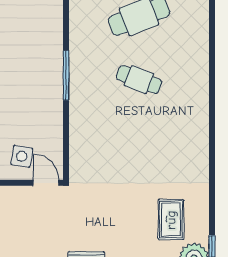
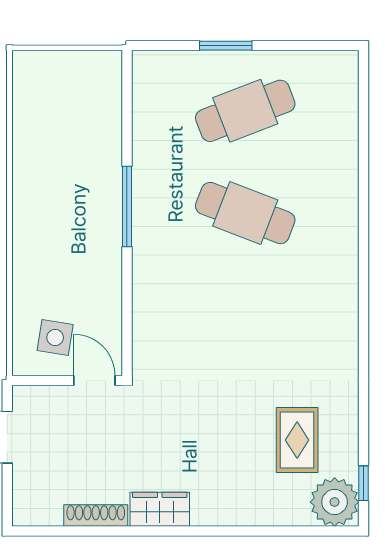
cafe table: (139, 80) -> (245, 213), width x1.37, depth x1.35

